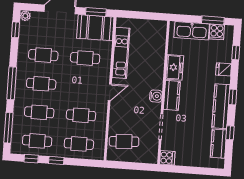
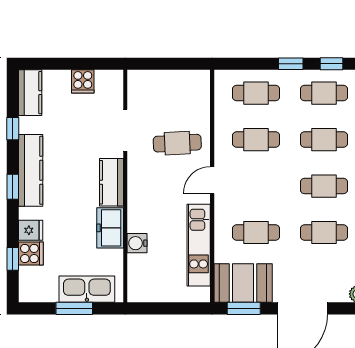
window: (213, 20) -> (74, 308), moved
cooker: (217, 32) -> (31, 254), moved, turned 90
water cooler: (156, 96) -> (137, 243), moved
cafe table: (124, 142) -> (177, 143), moved
kitchen counter: (219, 144) -> (30, 93), moved
cooker: (167, 158) -> (83, 81), moved, turned -90

